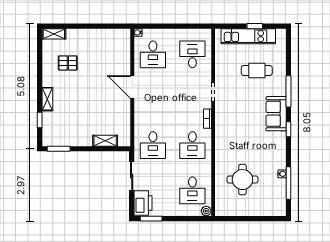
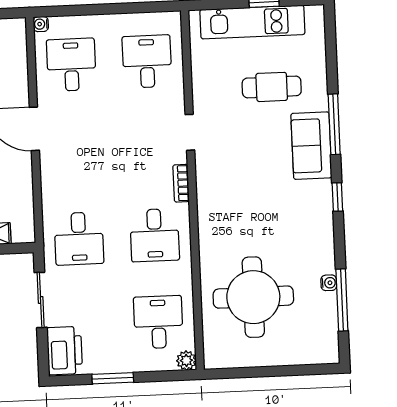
desk: (153, 54) -> (71, 65), turned 180
sofa: (276, 114) -> (311, 146), moved
round table: (242, 180) -> (253, 297), width x1.36, depth x1.36
desk: (192, 190) -> (158, 322), turned 180
window: (151, 219) -> (113, 378), moved

